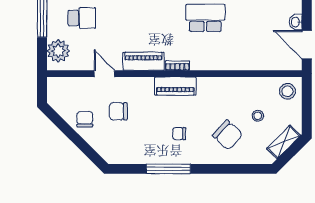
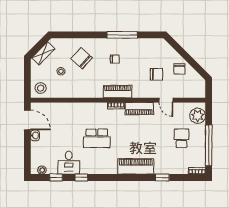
school desk: (82, 18) -> (181, 138), turned 90

